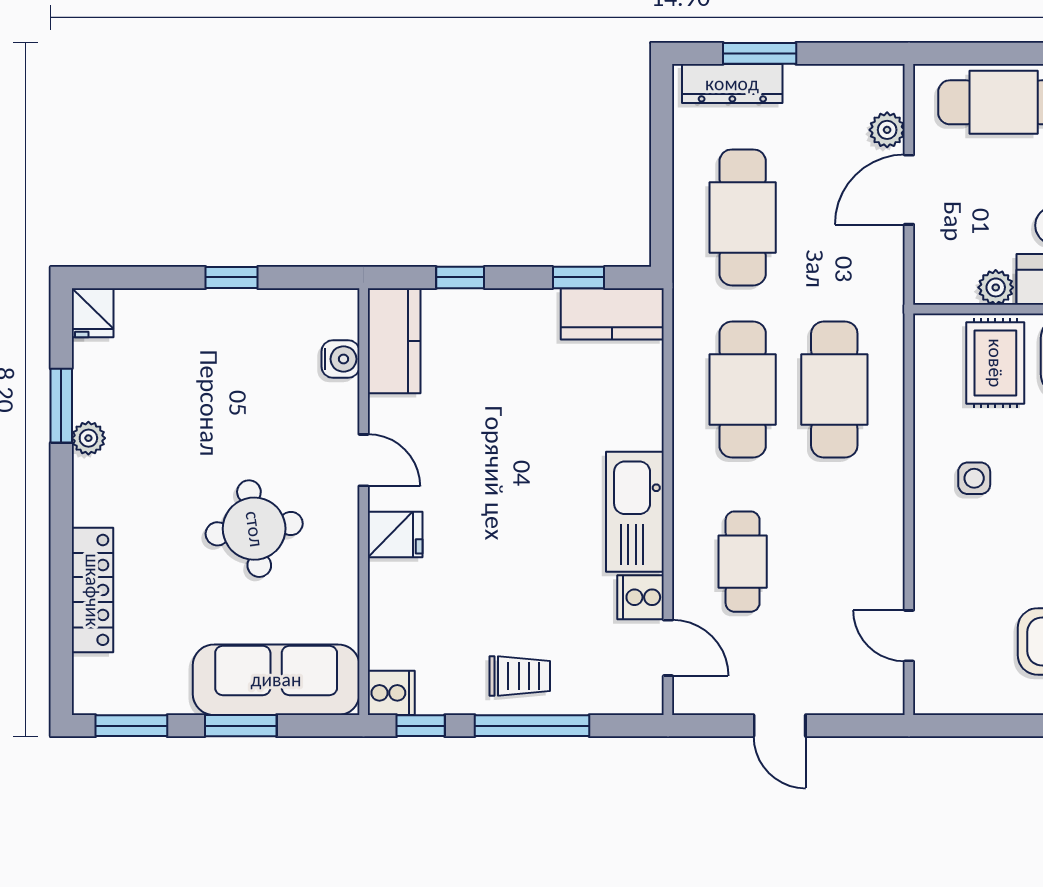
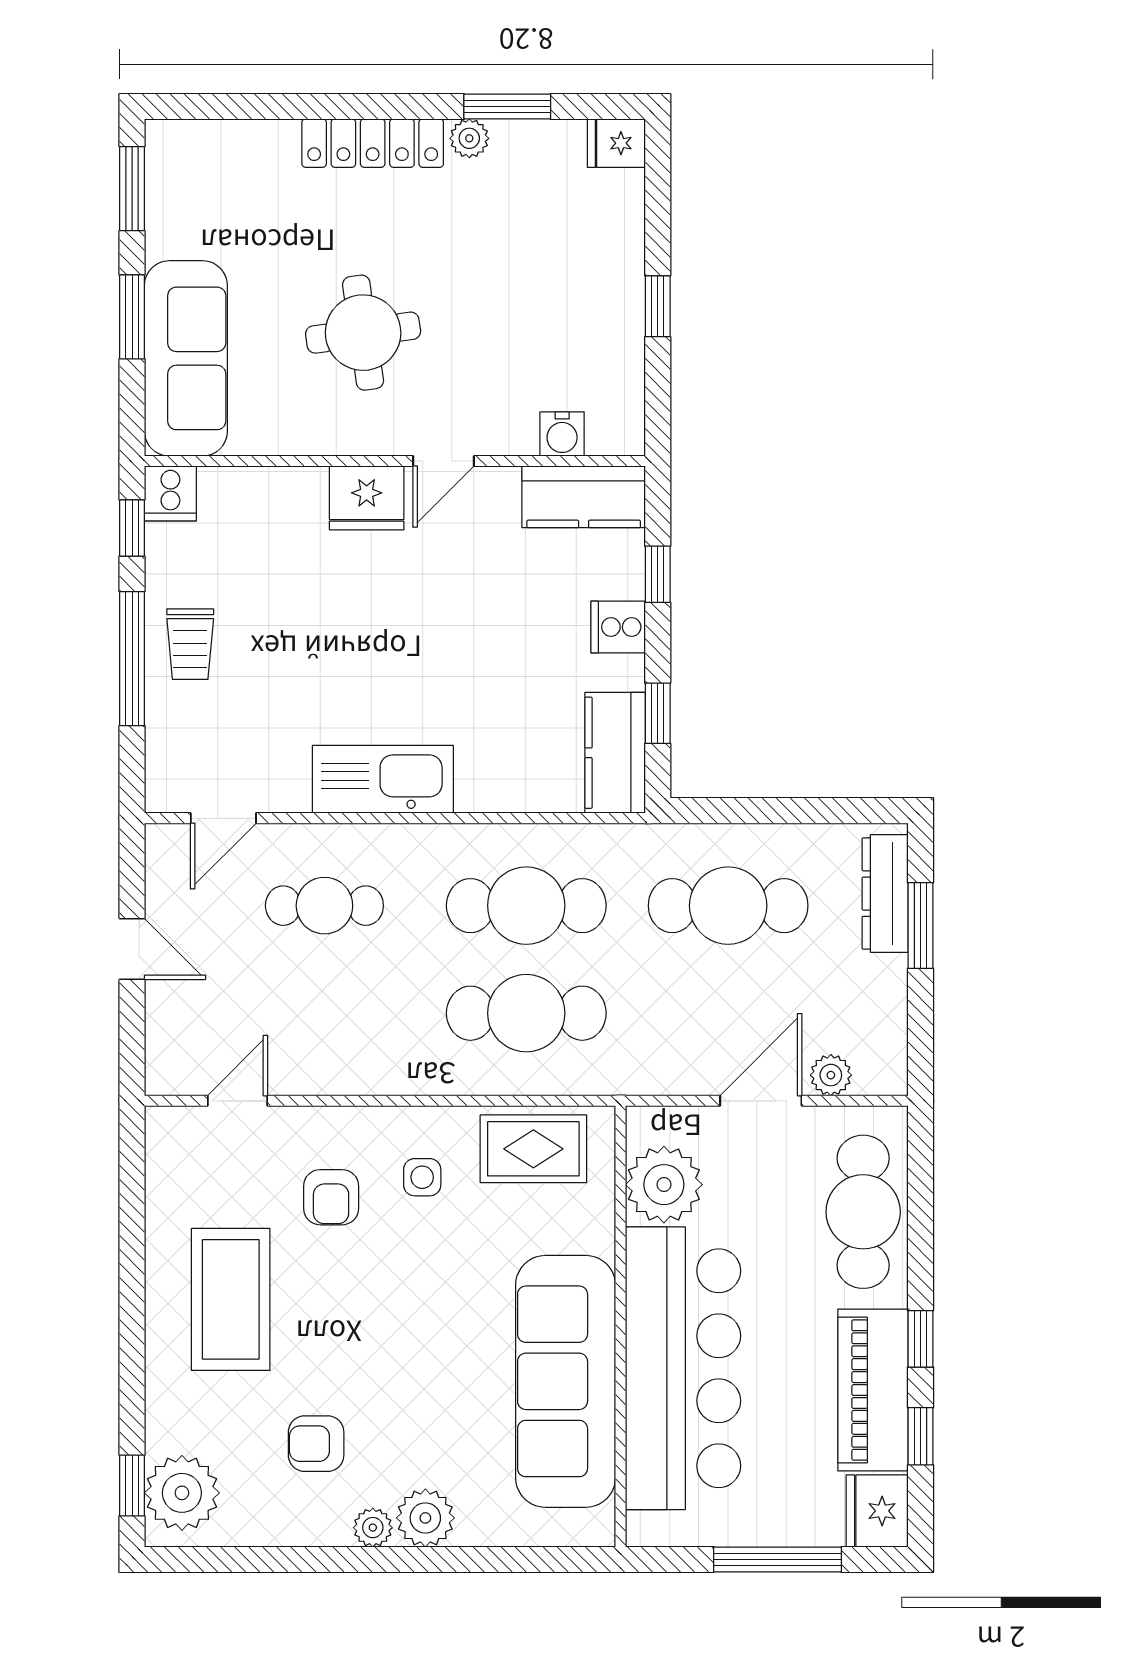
door: (909, 190) -> (761, 1101), hinge flipped
plant: (996, 287) -> (664, 1185), width x1.87, depth x1.87
rug: (995, 363) -> (533, 1149), moved
fridge: (395, 534) -> (367, 498), width x1.38
armchair: (991, 556) -> (331, 1197), added
locker: (92, 590) -> (373, 143), moved
cooker: (640, 597) -> (618, 627), moved, turned -90
door: (780, 726) -> (132, 949), swing flipped

